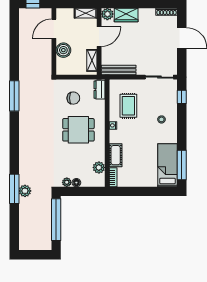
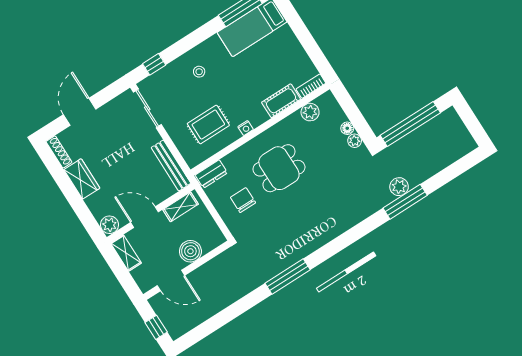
wardrobe: (126, 15) -> (82, 179), moved
dining table: (78, 130) -> (279, 168), turned 90

